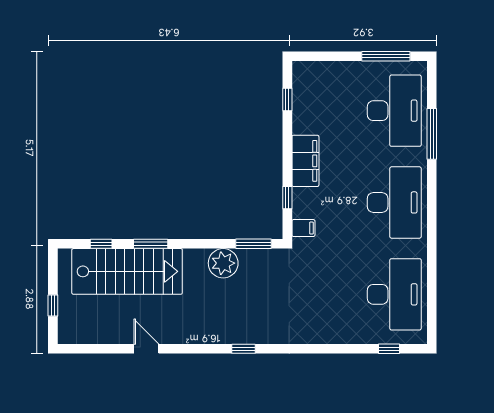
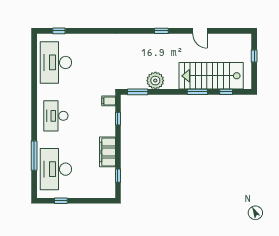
window: (386, 56) -> (61, 201), width x0.46
filing cabinet: (305, 161) -> (108, 152), moved
desk: (394, 202) -> (56, 116), width x0.73, depth x0.77
window: (244, 349) -> (161, 31), moved

